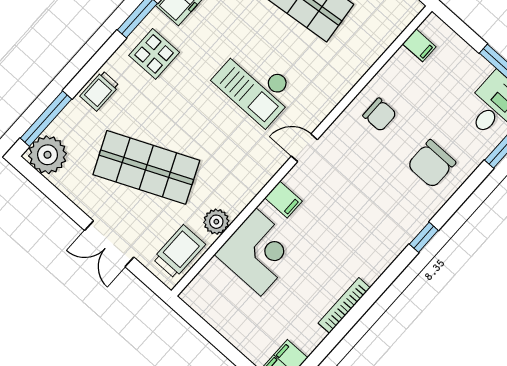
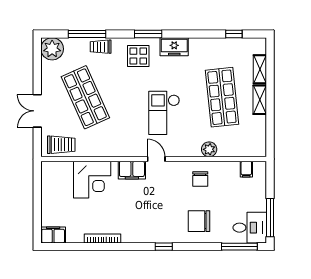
window: (46, 119) -> (87, 34), moved
filing cabinet: (283, 200) -> (132, 170), width x2.00
plant: (216, 222) -> (209, 149), moved

